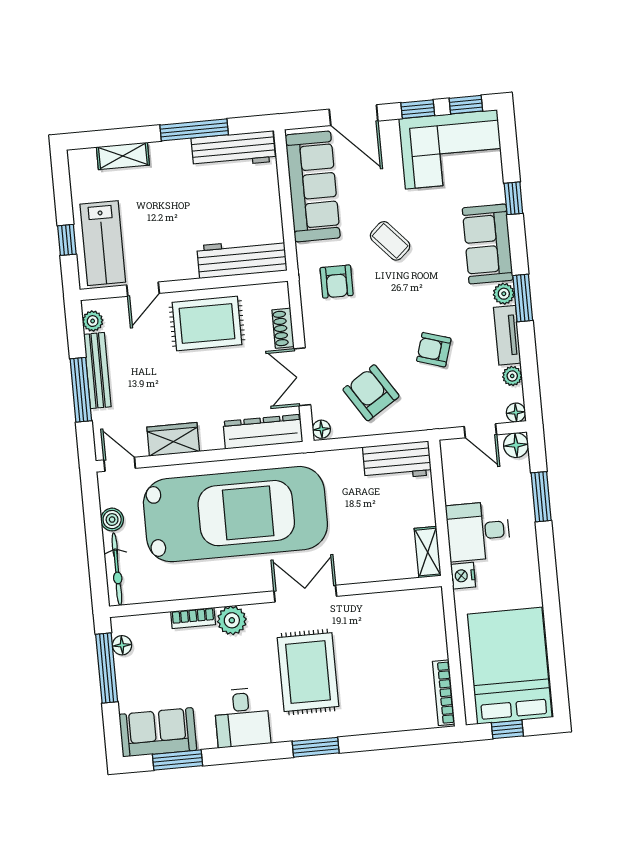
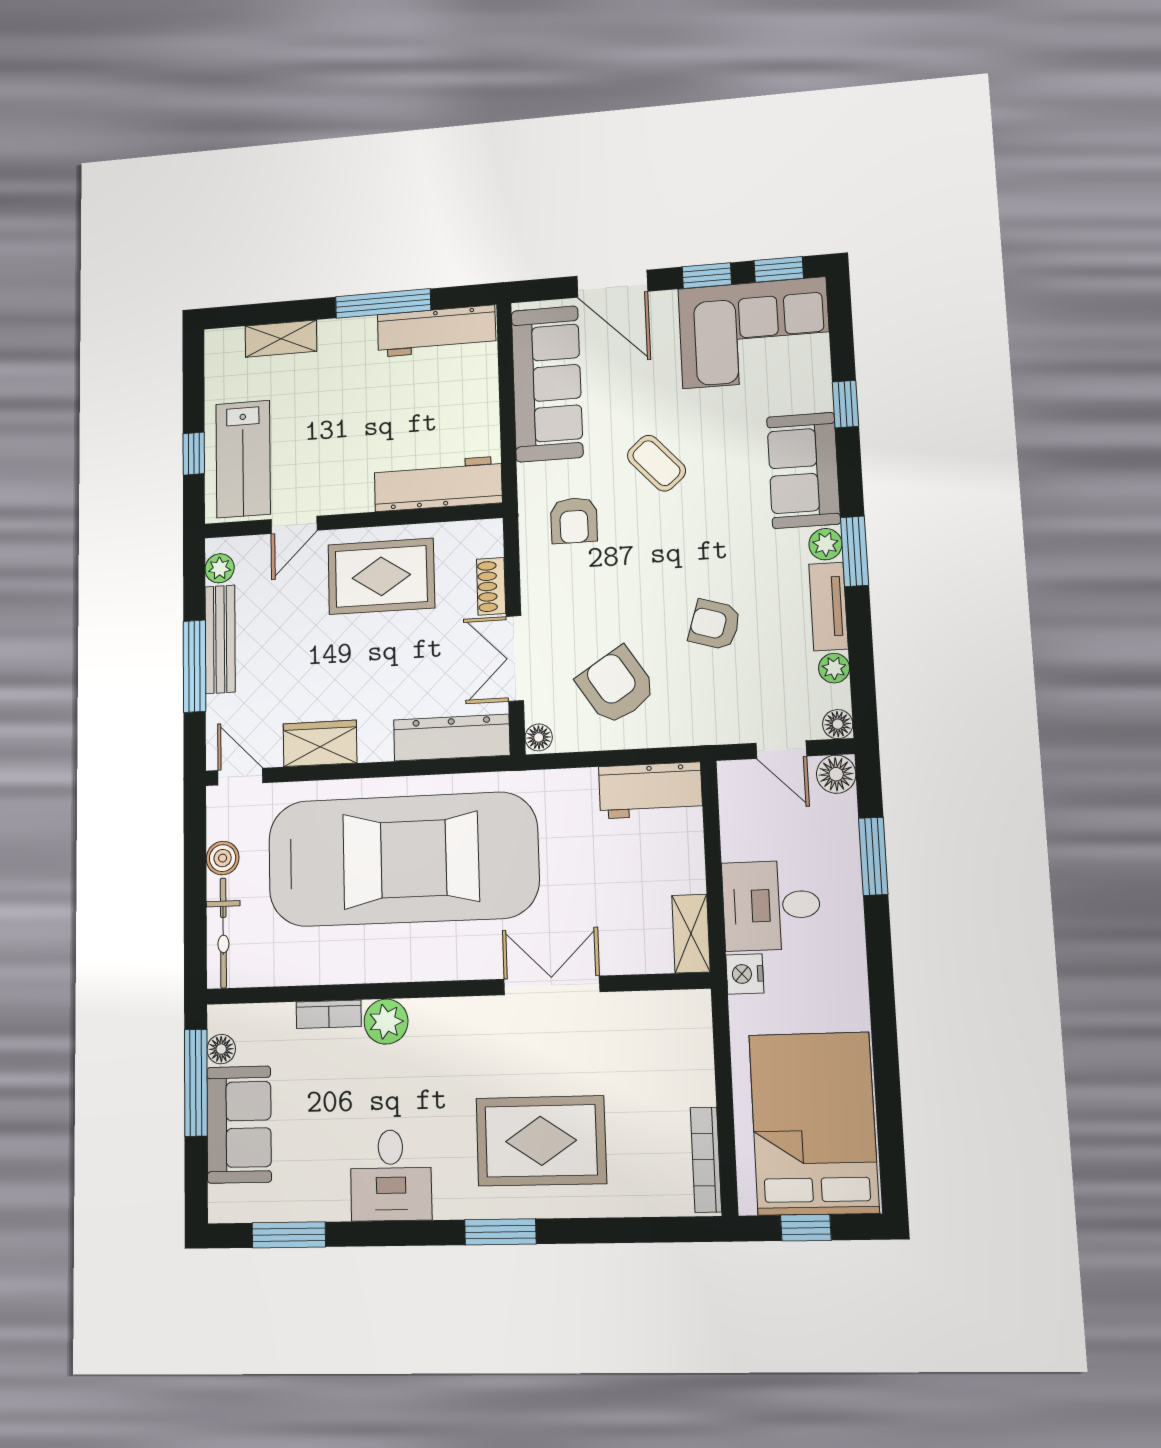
double door: (305, 594) -> (552, 985), moved
rug: (308, 672) -> (541, 1141), moved, turned 90
sofa: (158, 732) -> (239, 1124), moved, turned 90

